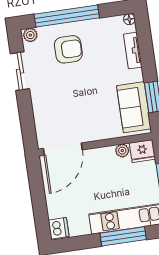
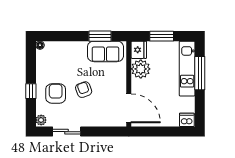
window: (67, 16) -> (31, 91), width x0.32
tv unit: (133, 51) -> (63, 46), removed
armchair: (79, 86) -> (84, 90), added
plant: (122, 151) -> (141, 69), width x1.88, depth x1.88

